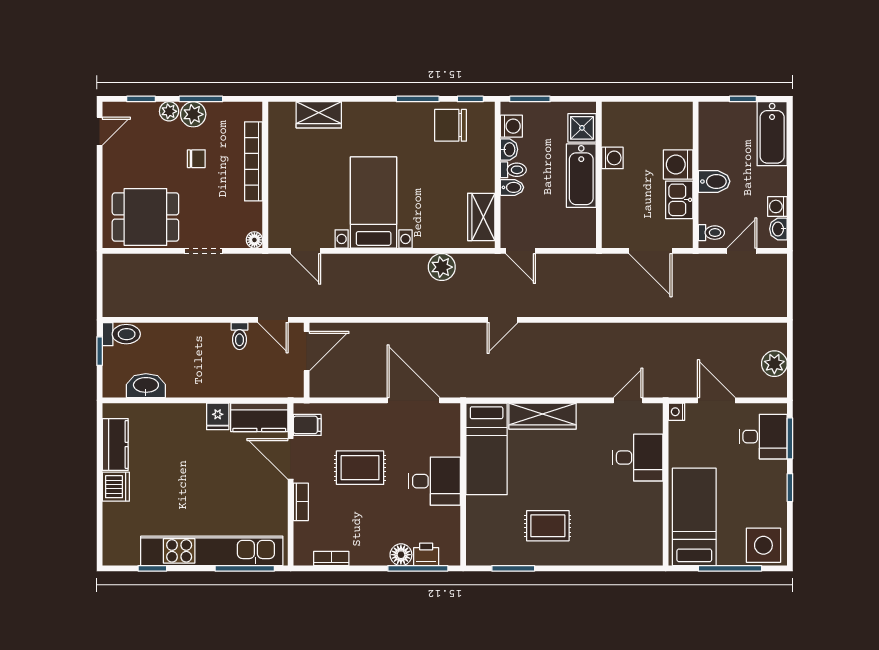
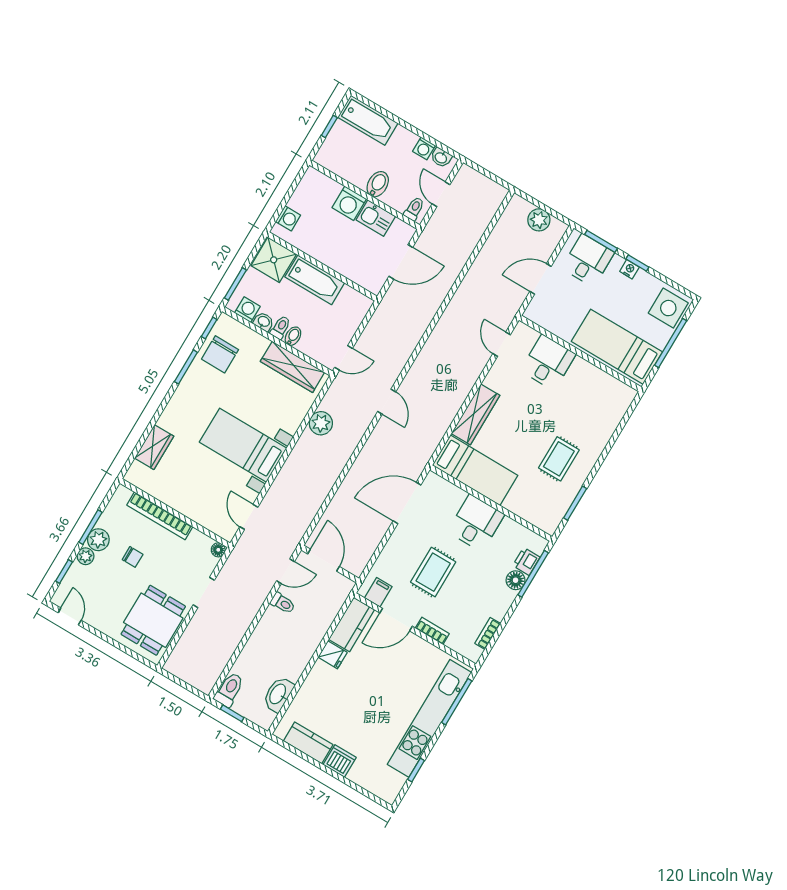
shower: (582, 128) -> (274, 260), width x1.36, depth x1.36
washing machine: (612, 158) -> (288, 218), moved, turned 90
chair: (196, 159) -> (133, 557), turned 90
wardrobe: (481, 217) -> (292, 367), width x1.50
door: (305, 251) -> (249, 517), swing flipped
nightstand: (677, 412) -> (629, 269), moved, turned 180

